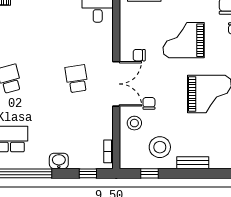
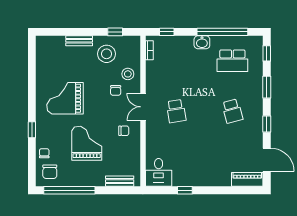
grand piano: (184, 40) -> (87, 143), turned -90
double door: (116, 84) -> (143, 107), width x0.73
washbasin: (59, 161) -> (202, 42), moved

